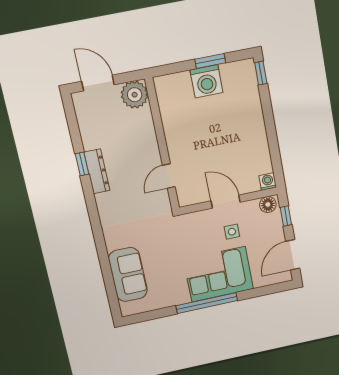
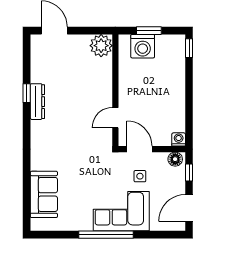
plant: (135, 95) -> (101, 46), moved
wall: (162, 144) -> (115, 90), moved
door: (169, 176) -> (115, 118), moved

